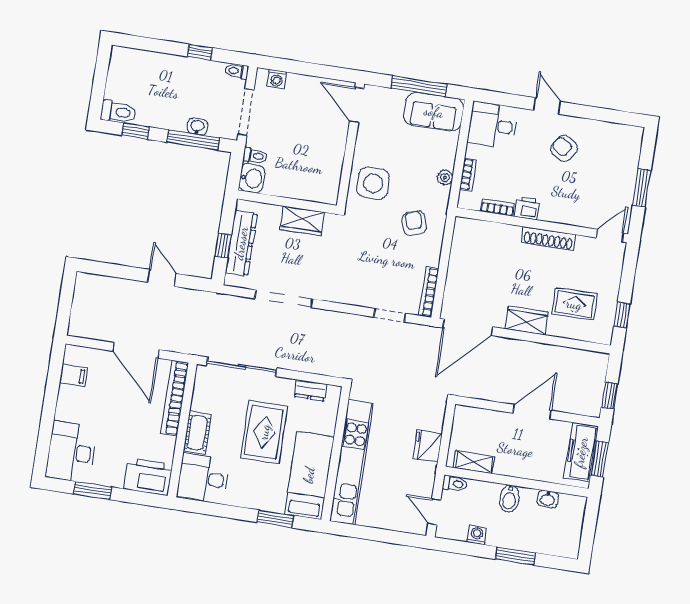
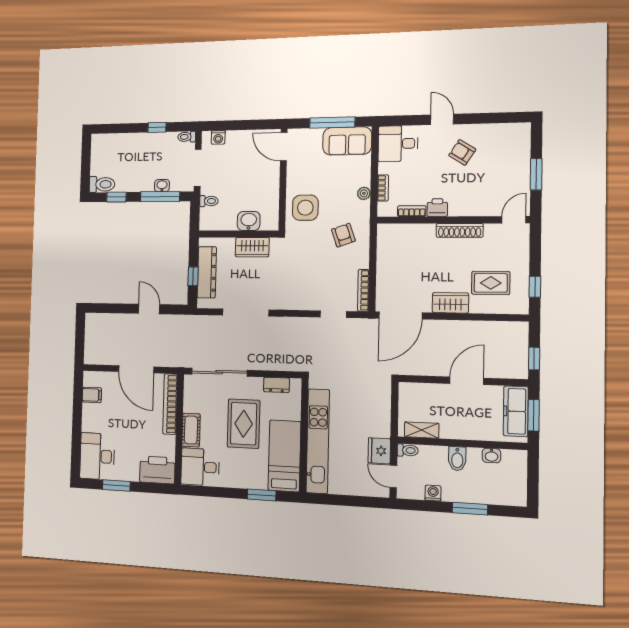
washbasin: (252, 178) -> (249, 221), moved, turned -90
fridge: (428, 446) -> (379, 451), moved

